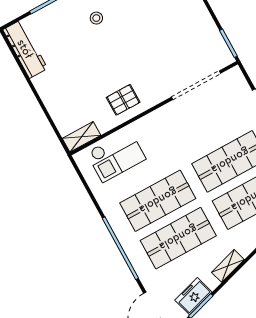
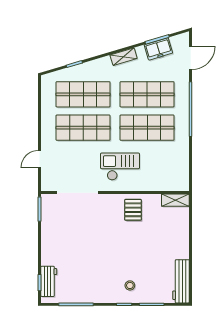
stool: (96, 18) -> (130, 285), moved
pallet: (123, 100) -> (133, 210), turned 90
checkout: (116, 156) -> (120, 167), moved

